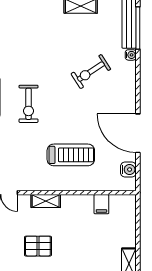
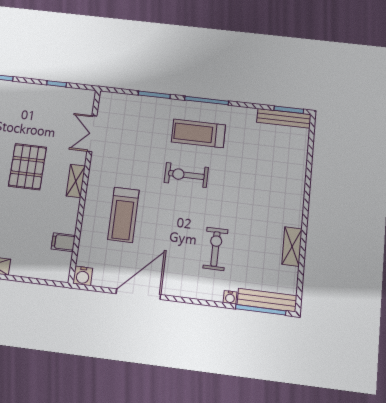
exercise bike: (91, 72) -> (215, 249), turned 33
water cooler: (128, 170) -> (83, 276), moved
pallet: (38, 246) -> (27, 167), width x1.50, depth x1.42

